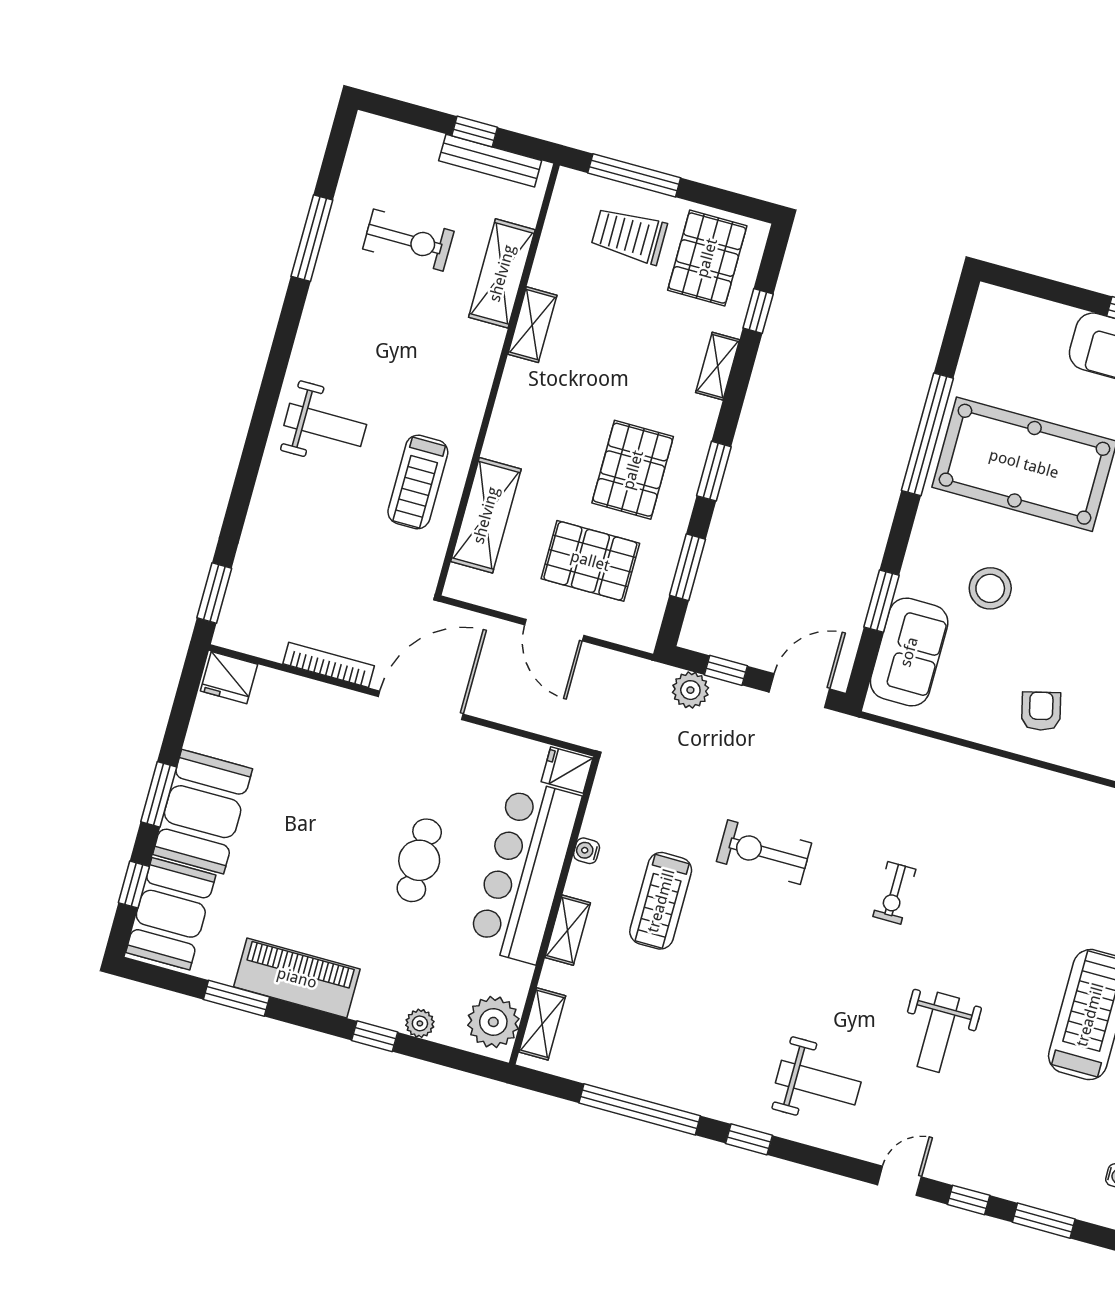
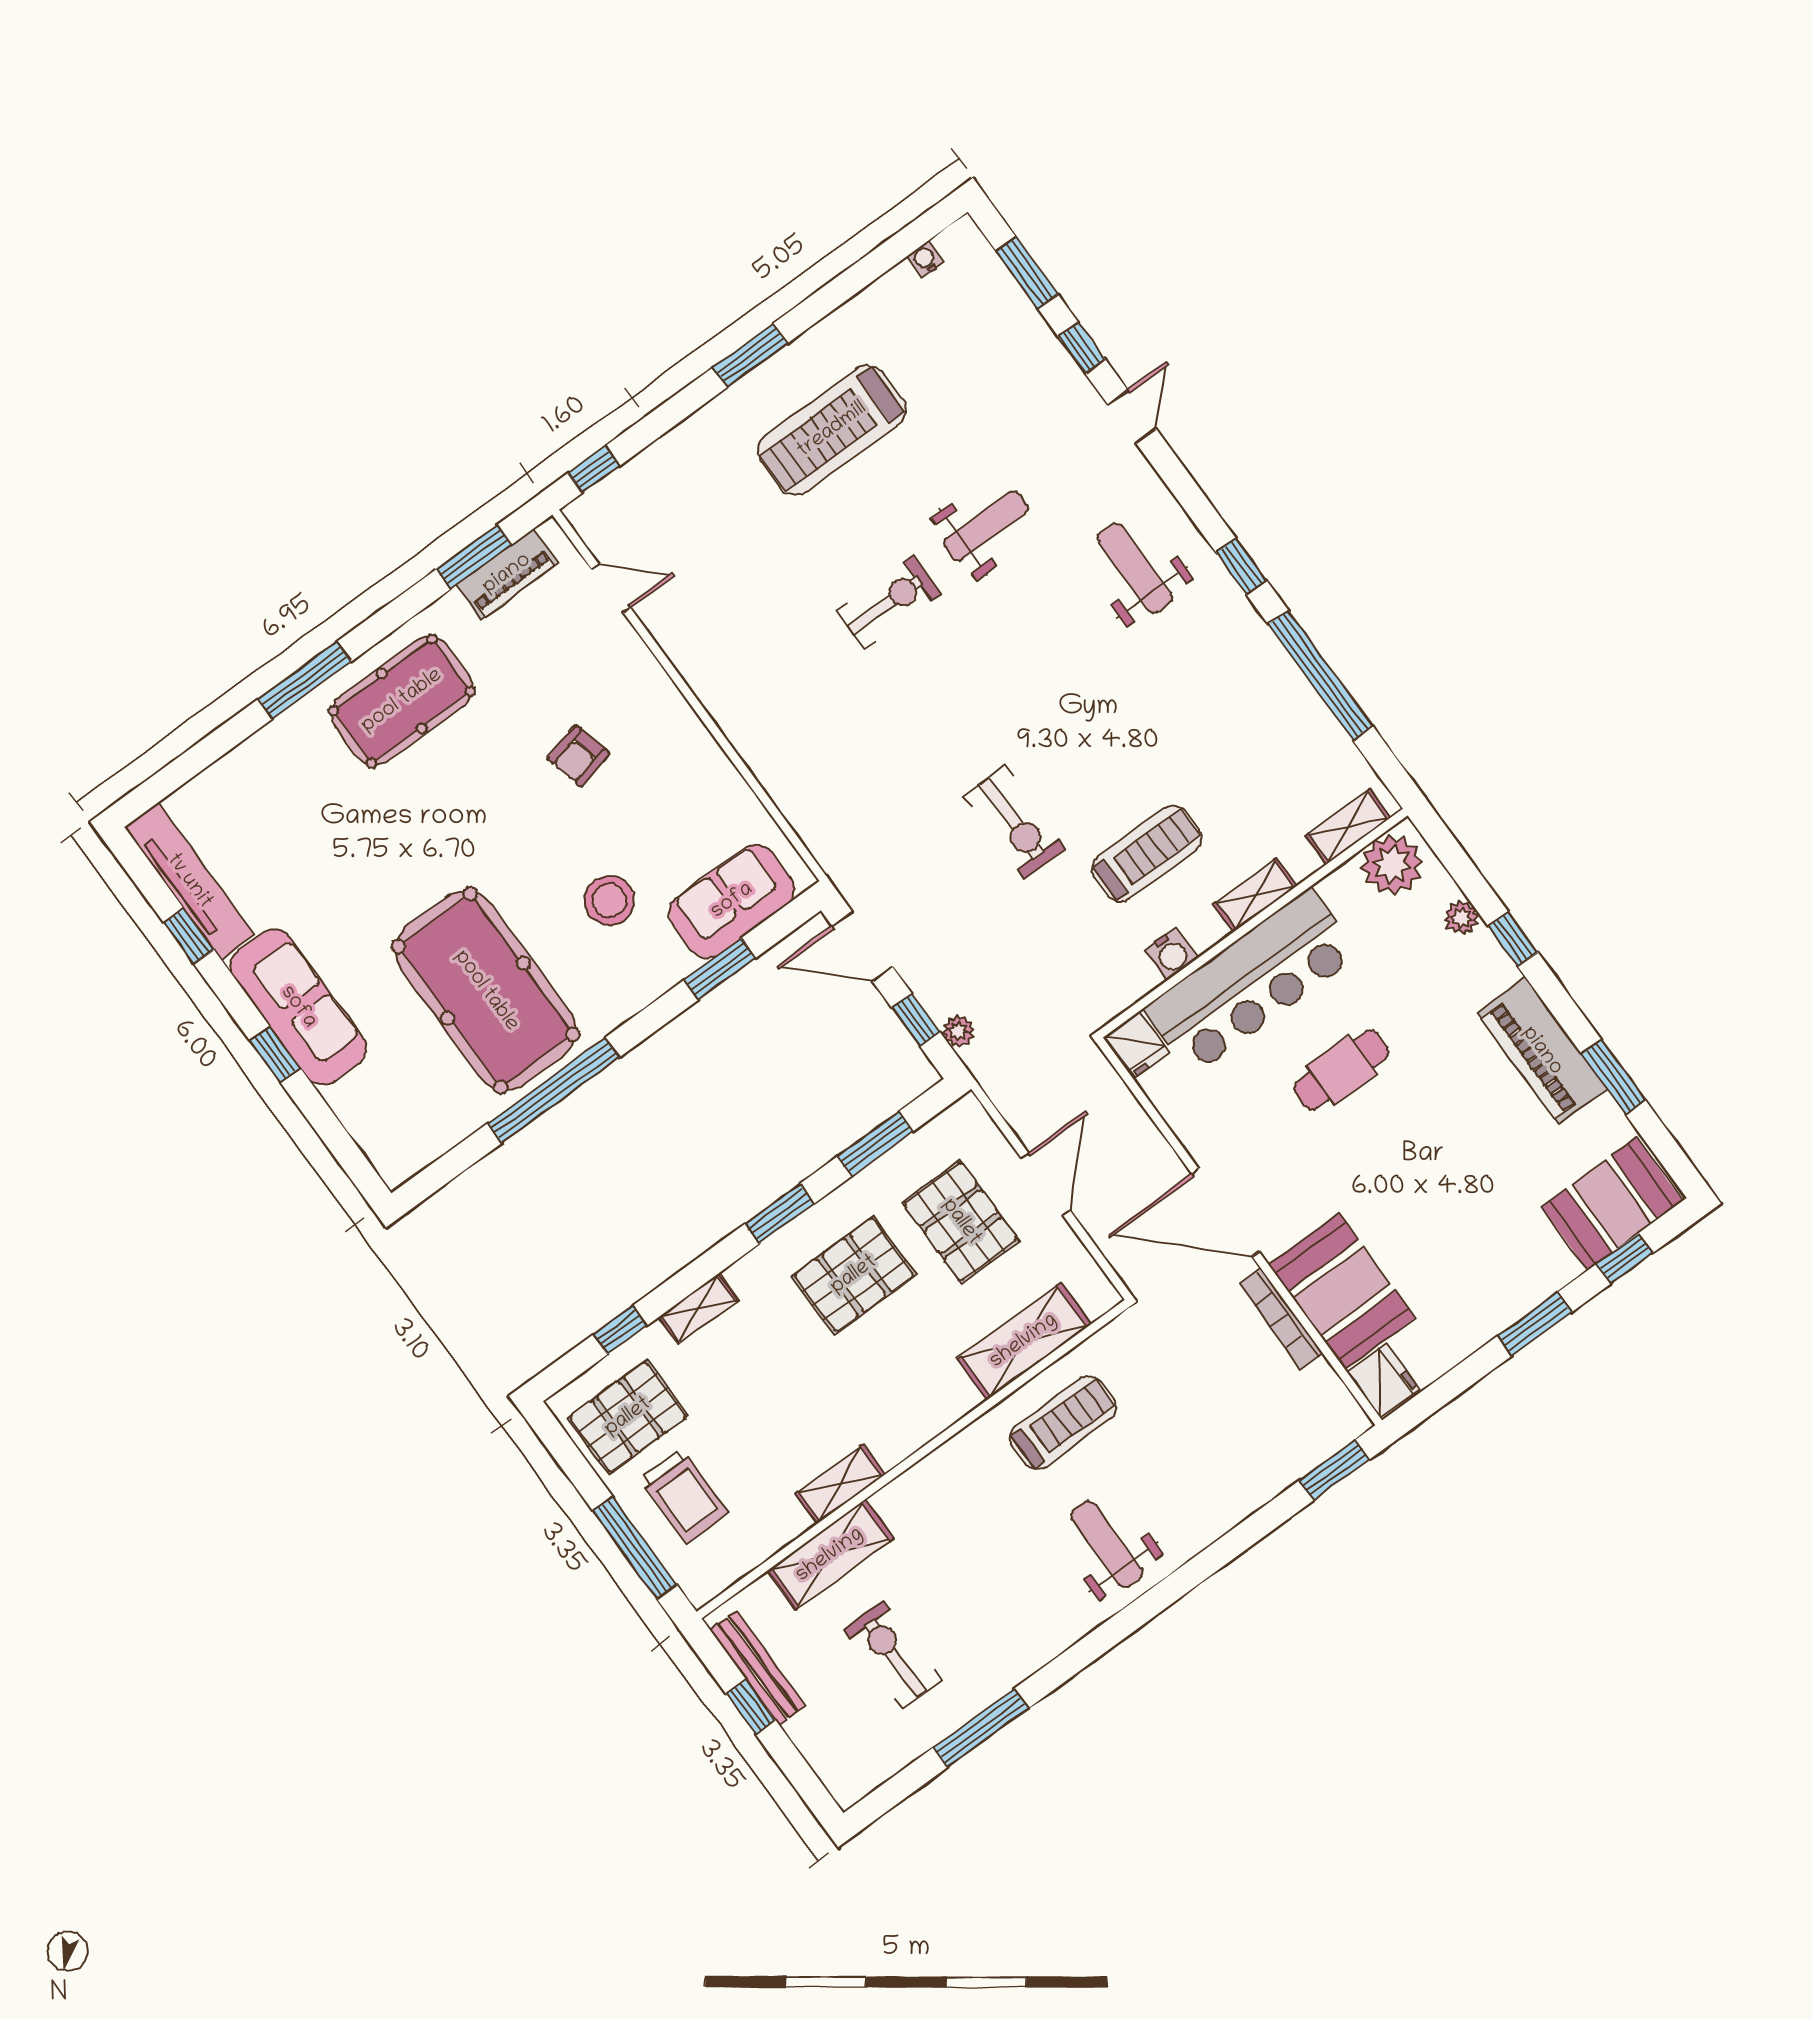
plant: (690, 690) -> (958, 1031), width x0.73, depth x0.73
armchair: (1041, 711) -> (578, 756), moved
booth: (203, 812) -> (1342, 1291), moved, turned 90
water cooler: (587, 851) -> (1171, 954), width x1.38, depth x1.38
exercise bike: (894, 893) -> (889, 602), moved, width x1.38, depth x1.39
door: (899, 1181) -> (1132, 417), swing flipped

